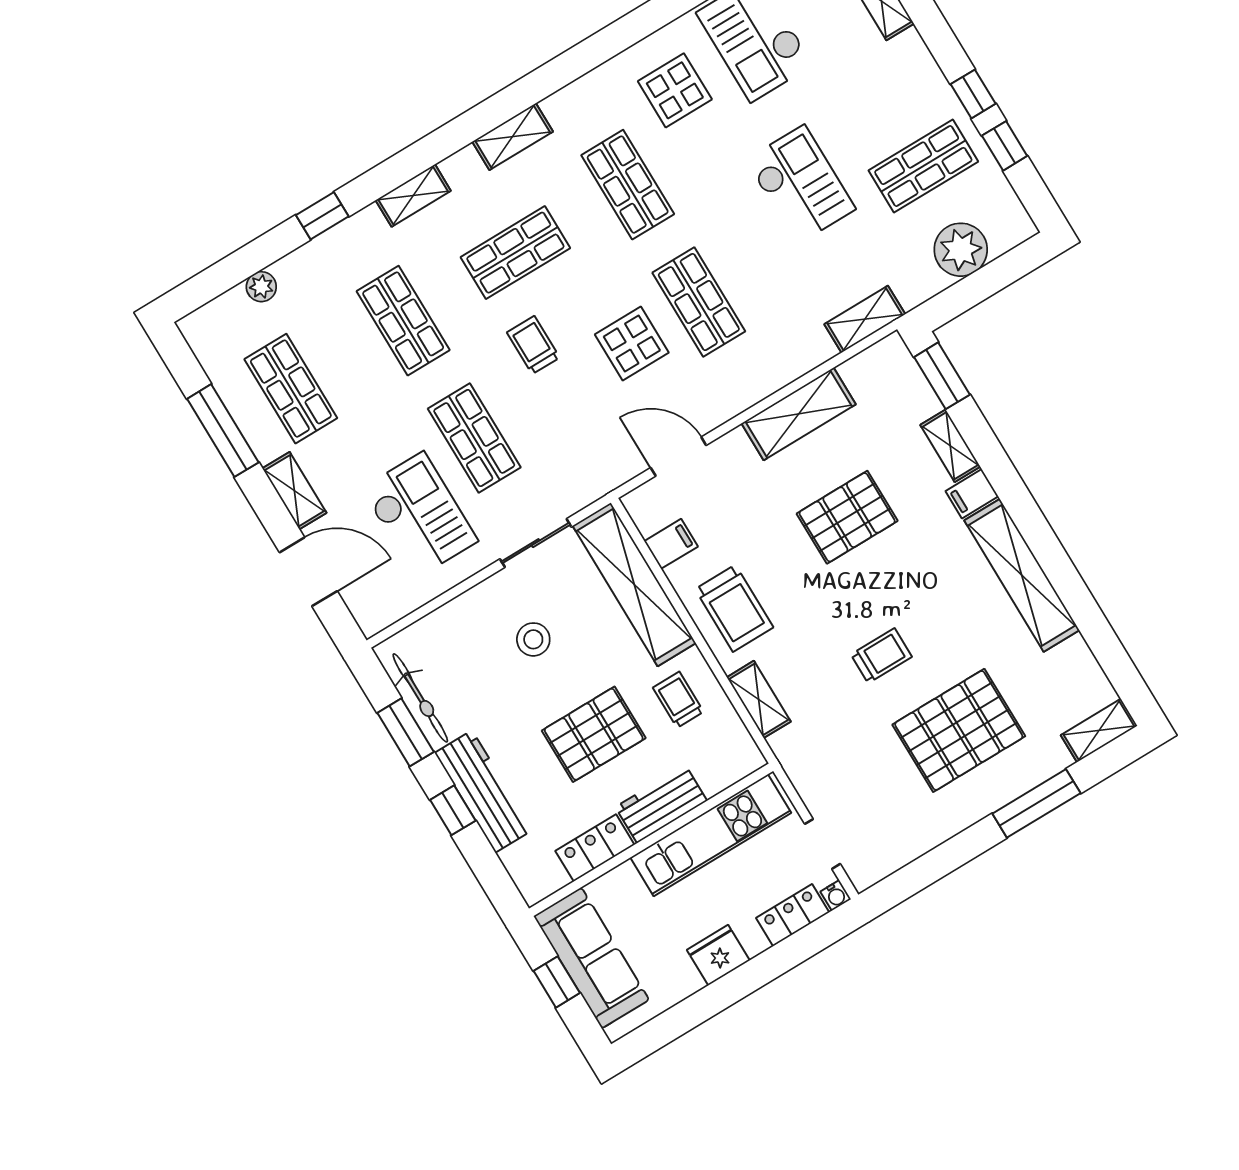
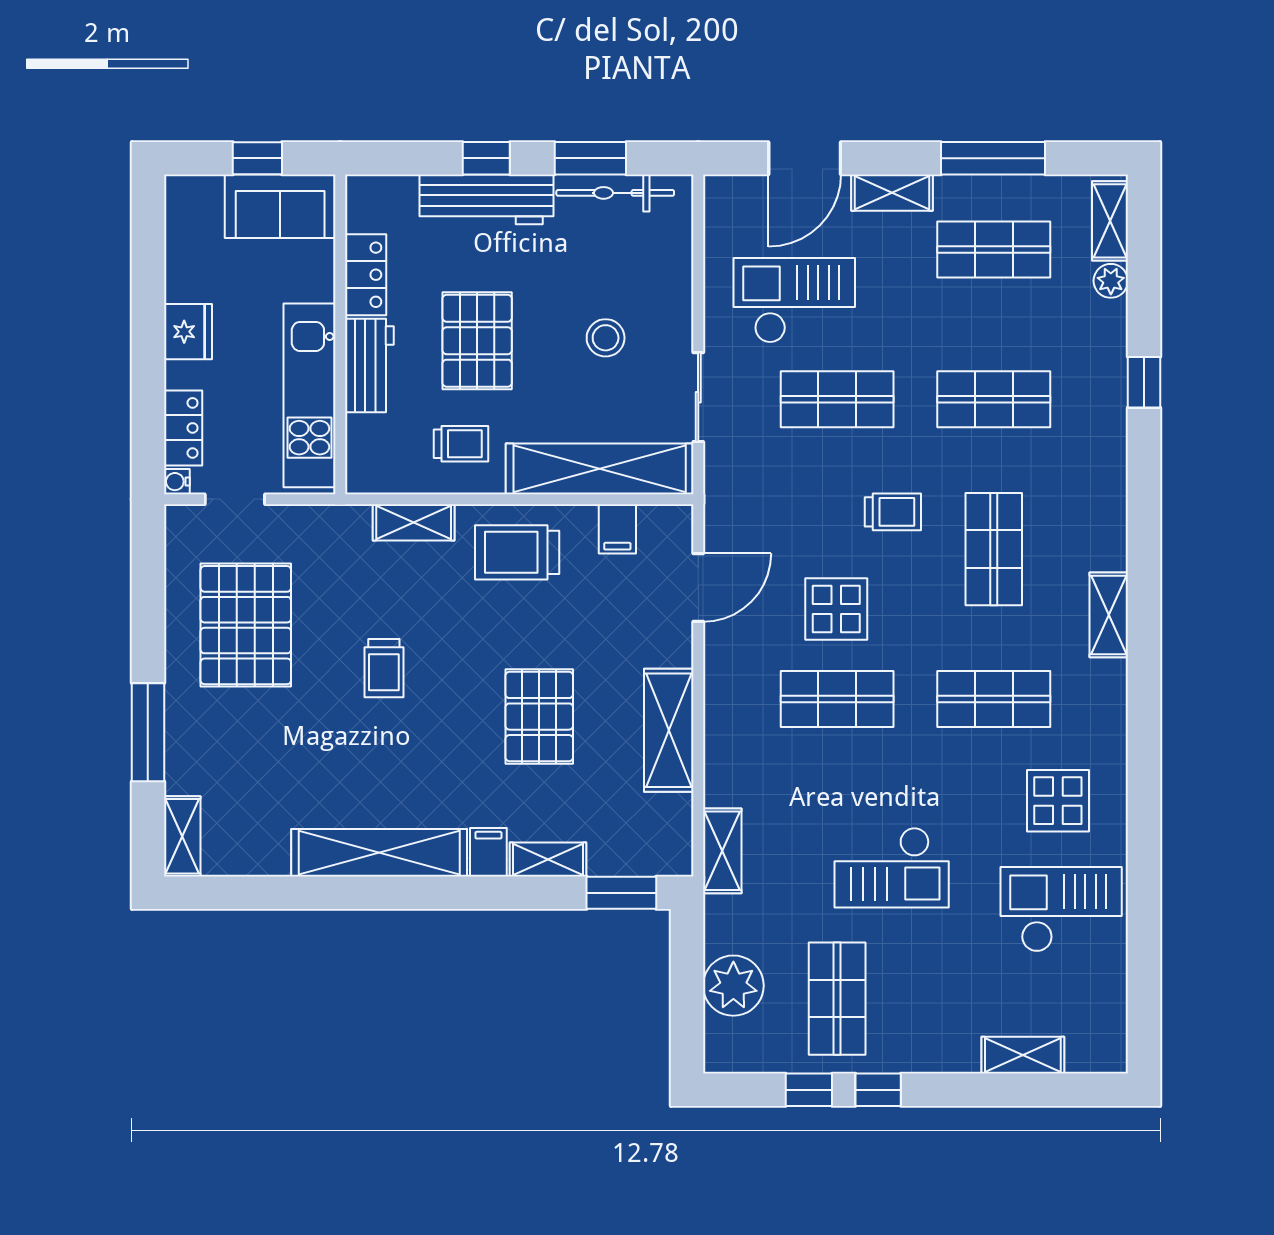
shelving: (413, 195) -> (1110, 221), moved
checkout: (420, 515) -> (794, 300), turned 180
pallet: (959, 730) -> (246, 625), moved
sofa: (591, 958) -> (280, 206), width x0.73

